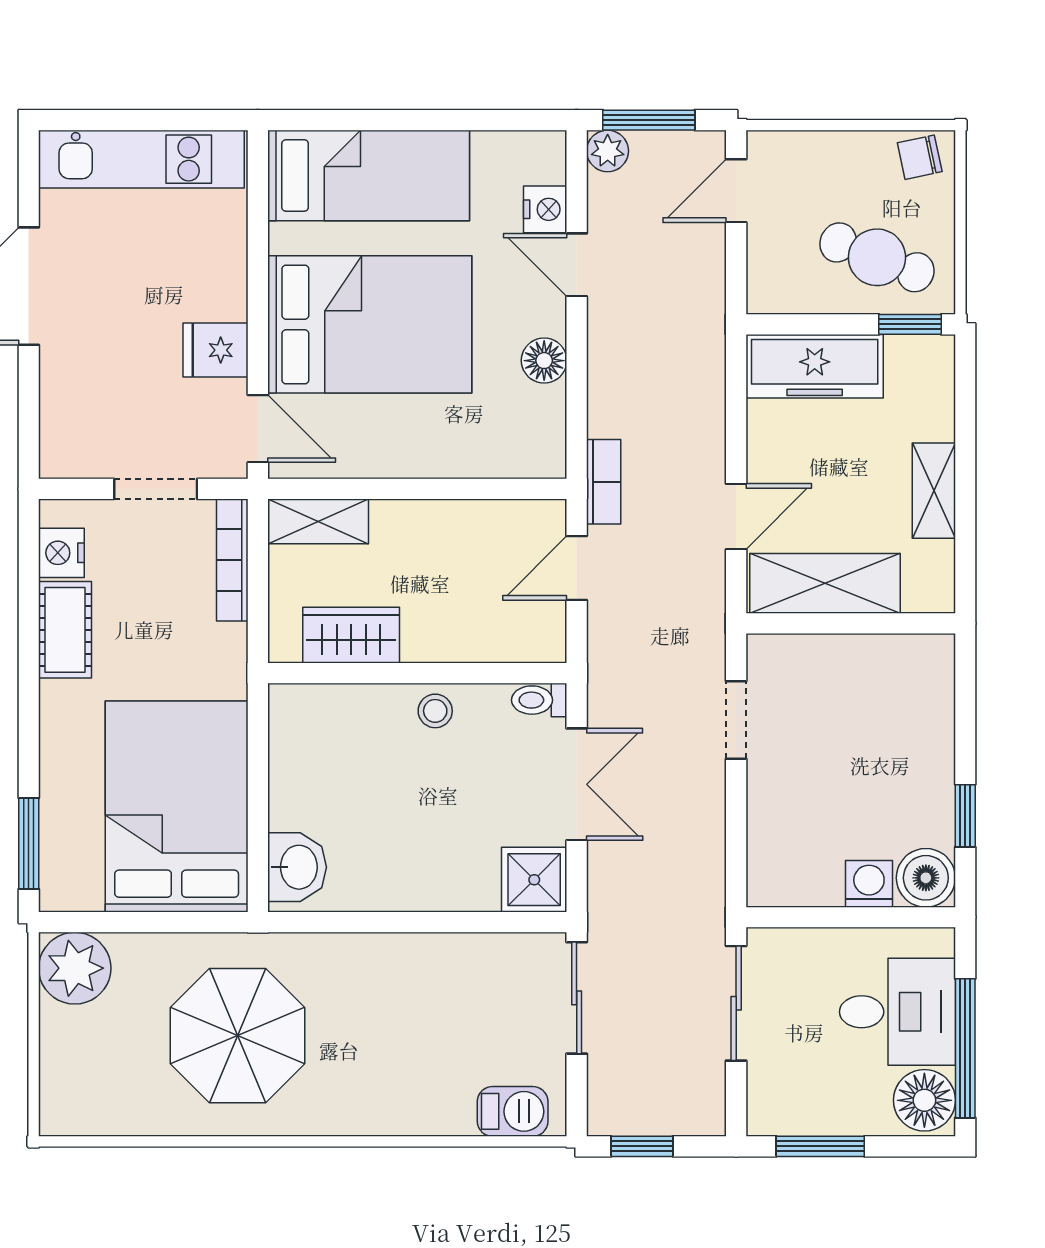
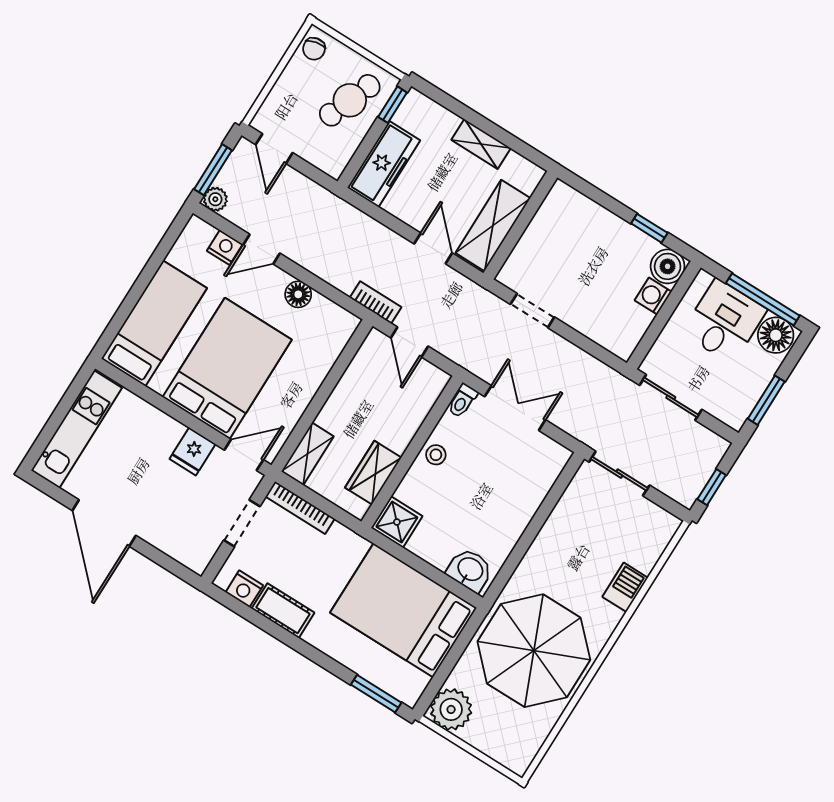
shower: (534, 880) -> (397, 522), moved
parasol: (238, 1036) -> (534, 651), width x1.36, depth x1.36
barbecue: (513, 1111) -> (625, 587), moved

